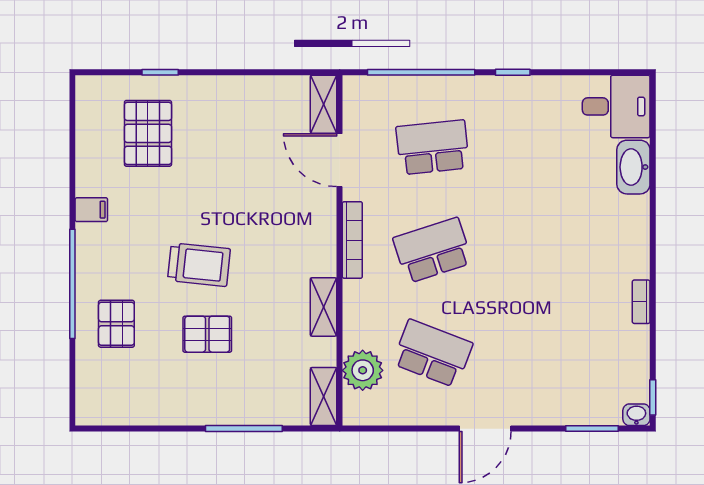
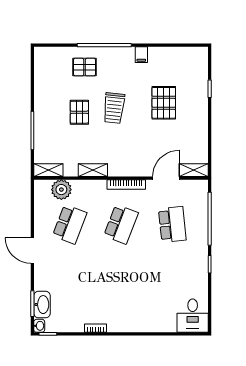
pallet: (148, 133) -> (164, 103), moved, turned 90
washbasin: (633, 167) -> (42, 305), moved, turned 90
school desk: (433, 250) -> (121, 224), turned 39

